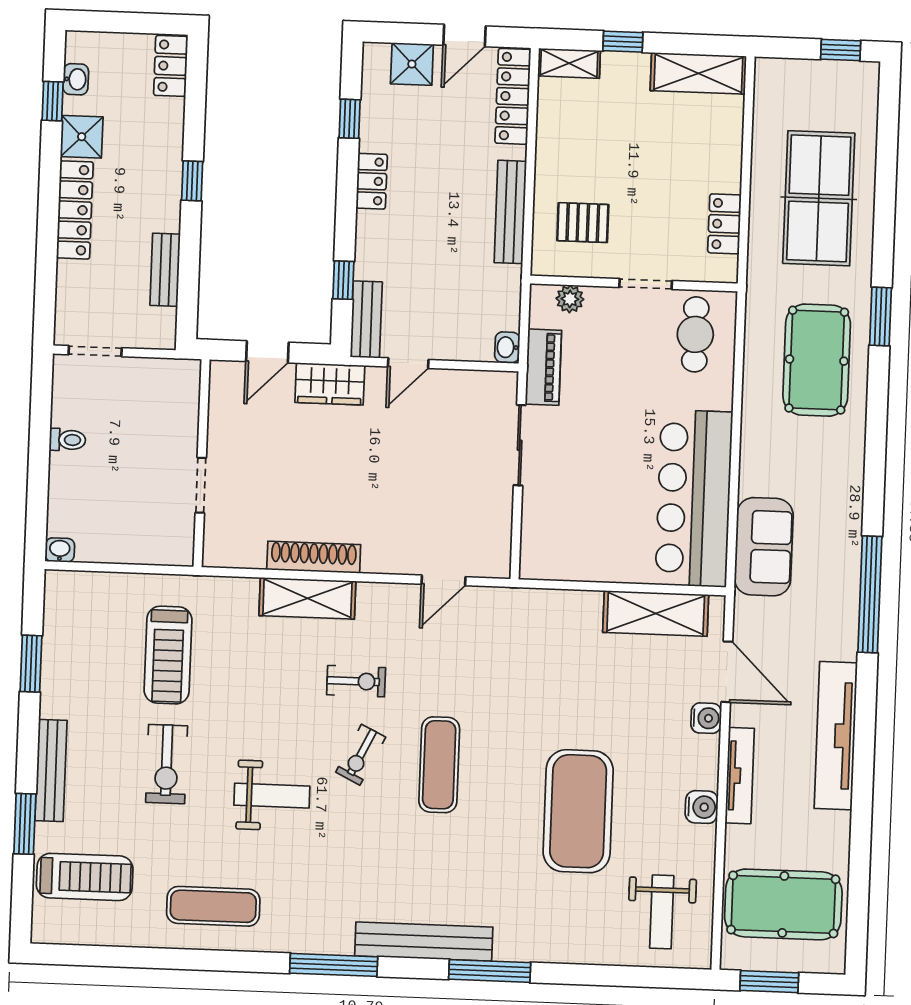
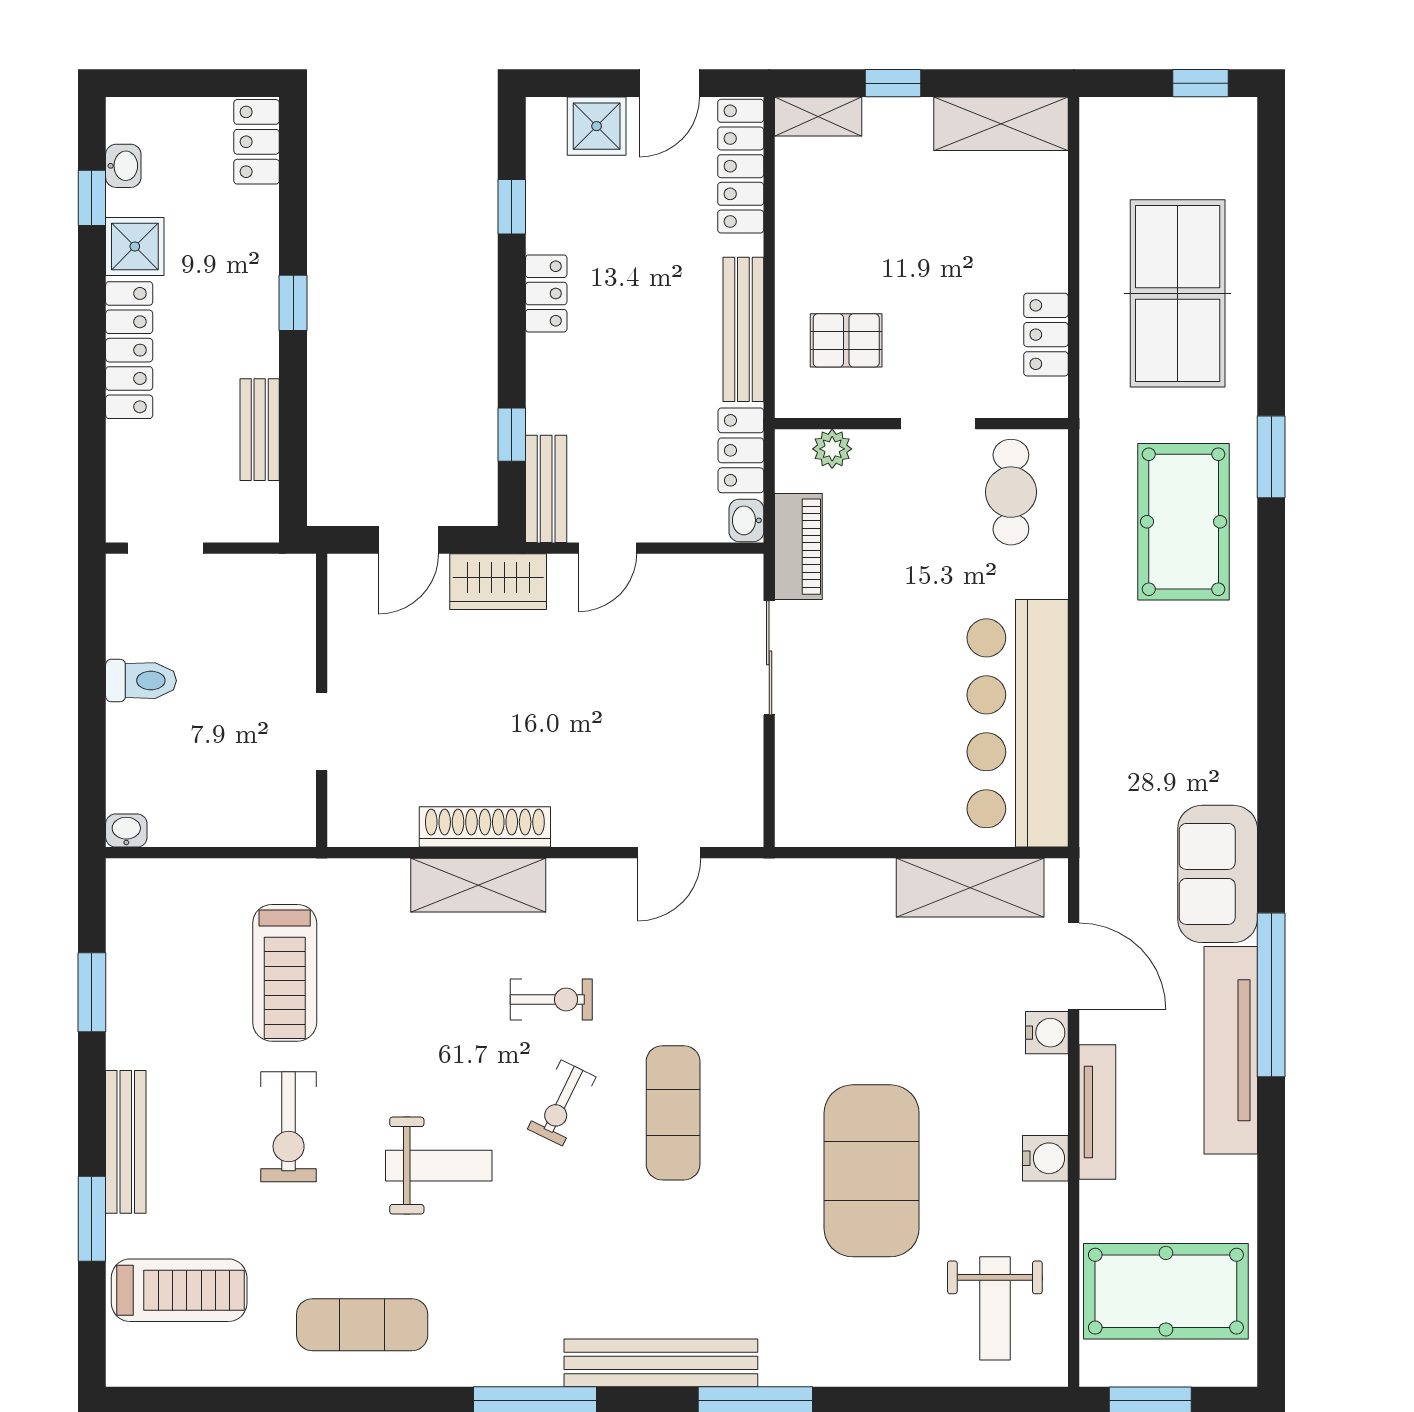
locker: (505, 298) -> (741, 450), added
toilet: (67, 440) -> (141, 681), width x1.37, depth x1.39
sofa: (764, 547) -> (1218, 874), moved, turned 180
window: (870, 594) -> (1271, 995), moved

